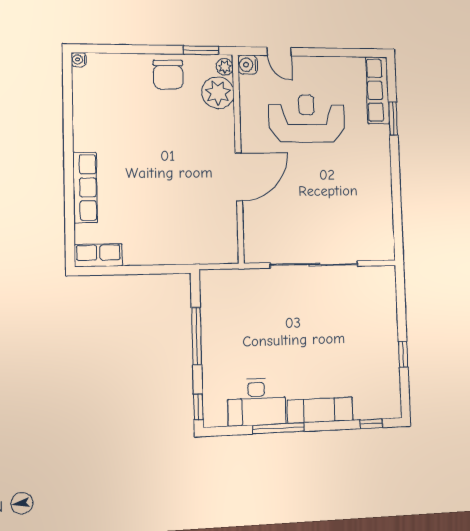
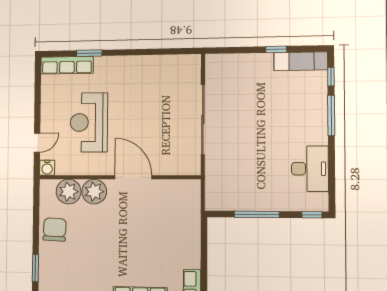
window: (201, 50) -> (35, 268), moved
plant: (225, 67) -> (94, 192), moved, width x1.87, depth x1.87
chair: (168, 74) -> (55, 230), turned -87
exam couch: (320, 410) -> (301, 61), moved, turned -90
window: (278, 428) -> (331, 115), moved

